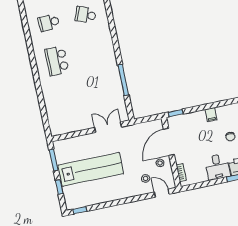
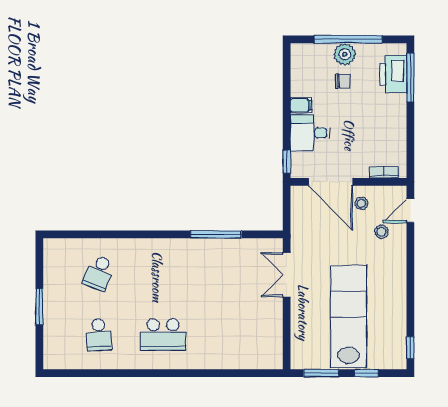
desk: (217, 167) -> (310, 133), moved, turned 180

